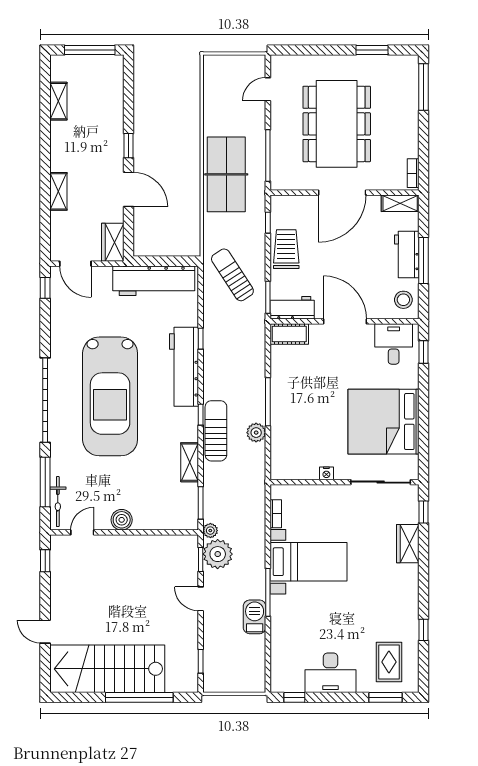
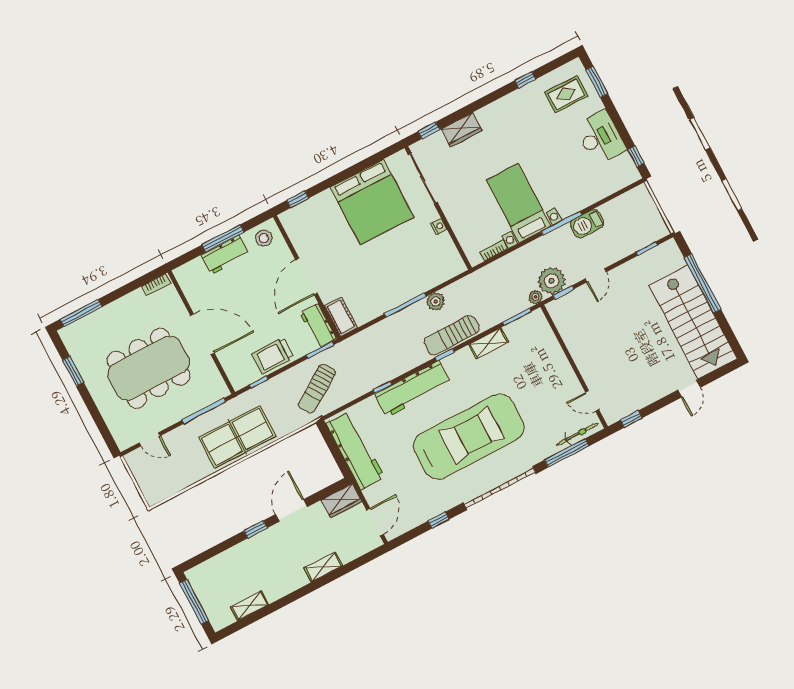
shelving: (400, 203) -> (186, 282), removed
window: (45, 288) -> (439, 520), moved
desk: (394, 344) -> (304, 227), removed
boiler: (122, 520) -> (565, 374), removed

